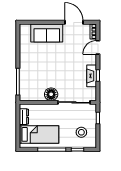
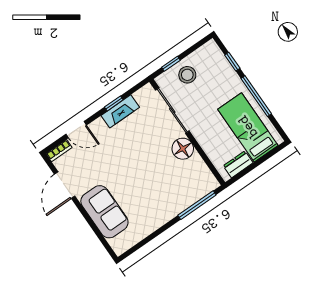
stool: (81, 132) -> (187, 75), moved

